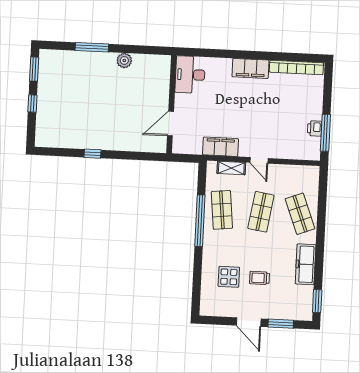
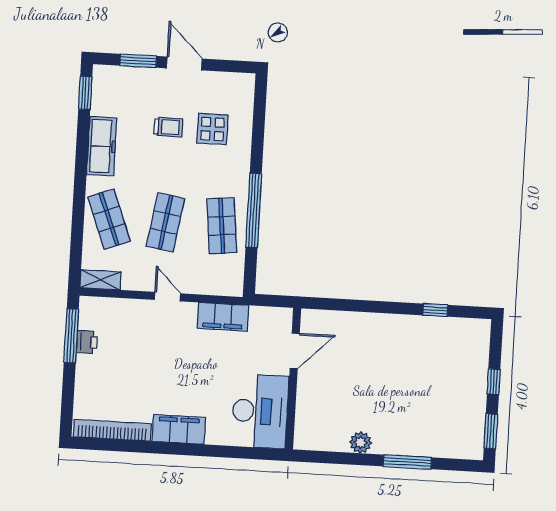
desk: (190, 75) -> (260, 411), width x1.36, depth x1.30
window: (93, 154) -> (435, 310), moved
shelving: (231, 168) -> (101, 280), moved

